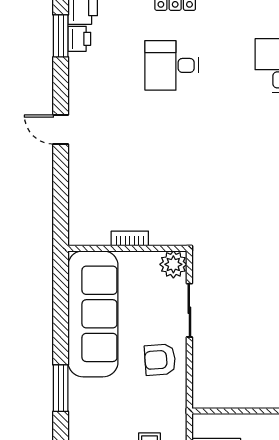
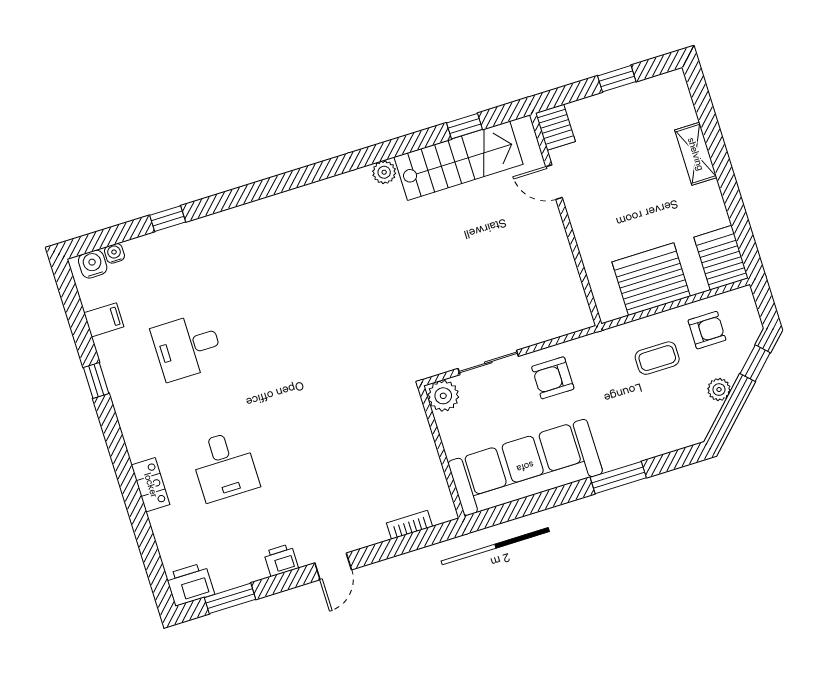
printer: (79, 39) -> (281, 560), moved
bookcase: (130, 239) -> (409, 525), moved, turned 90
armchair: (160, 360) -> (553, 378), turned 94

